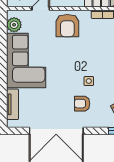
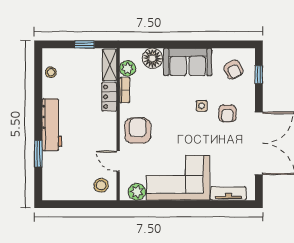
armchair: (67, 26) -> (138, 131), turned -90

